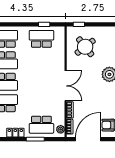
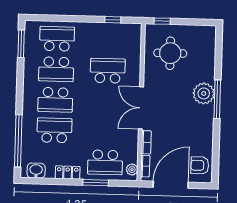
school desk: (41, 39) -> (108, 71), moved
round table: (85, 47) -> (170, 53), turned 38
double door: (66, 86) -> (141, 108), swing flipped

